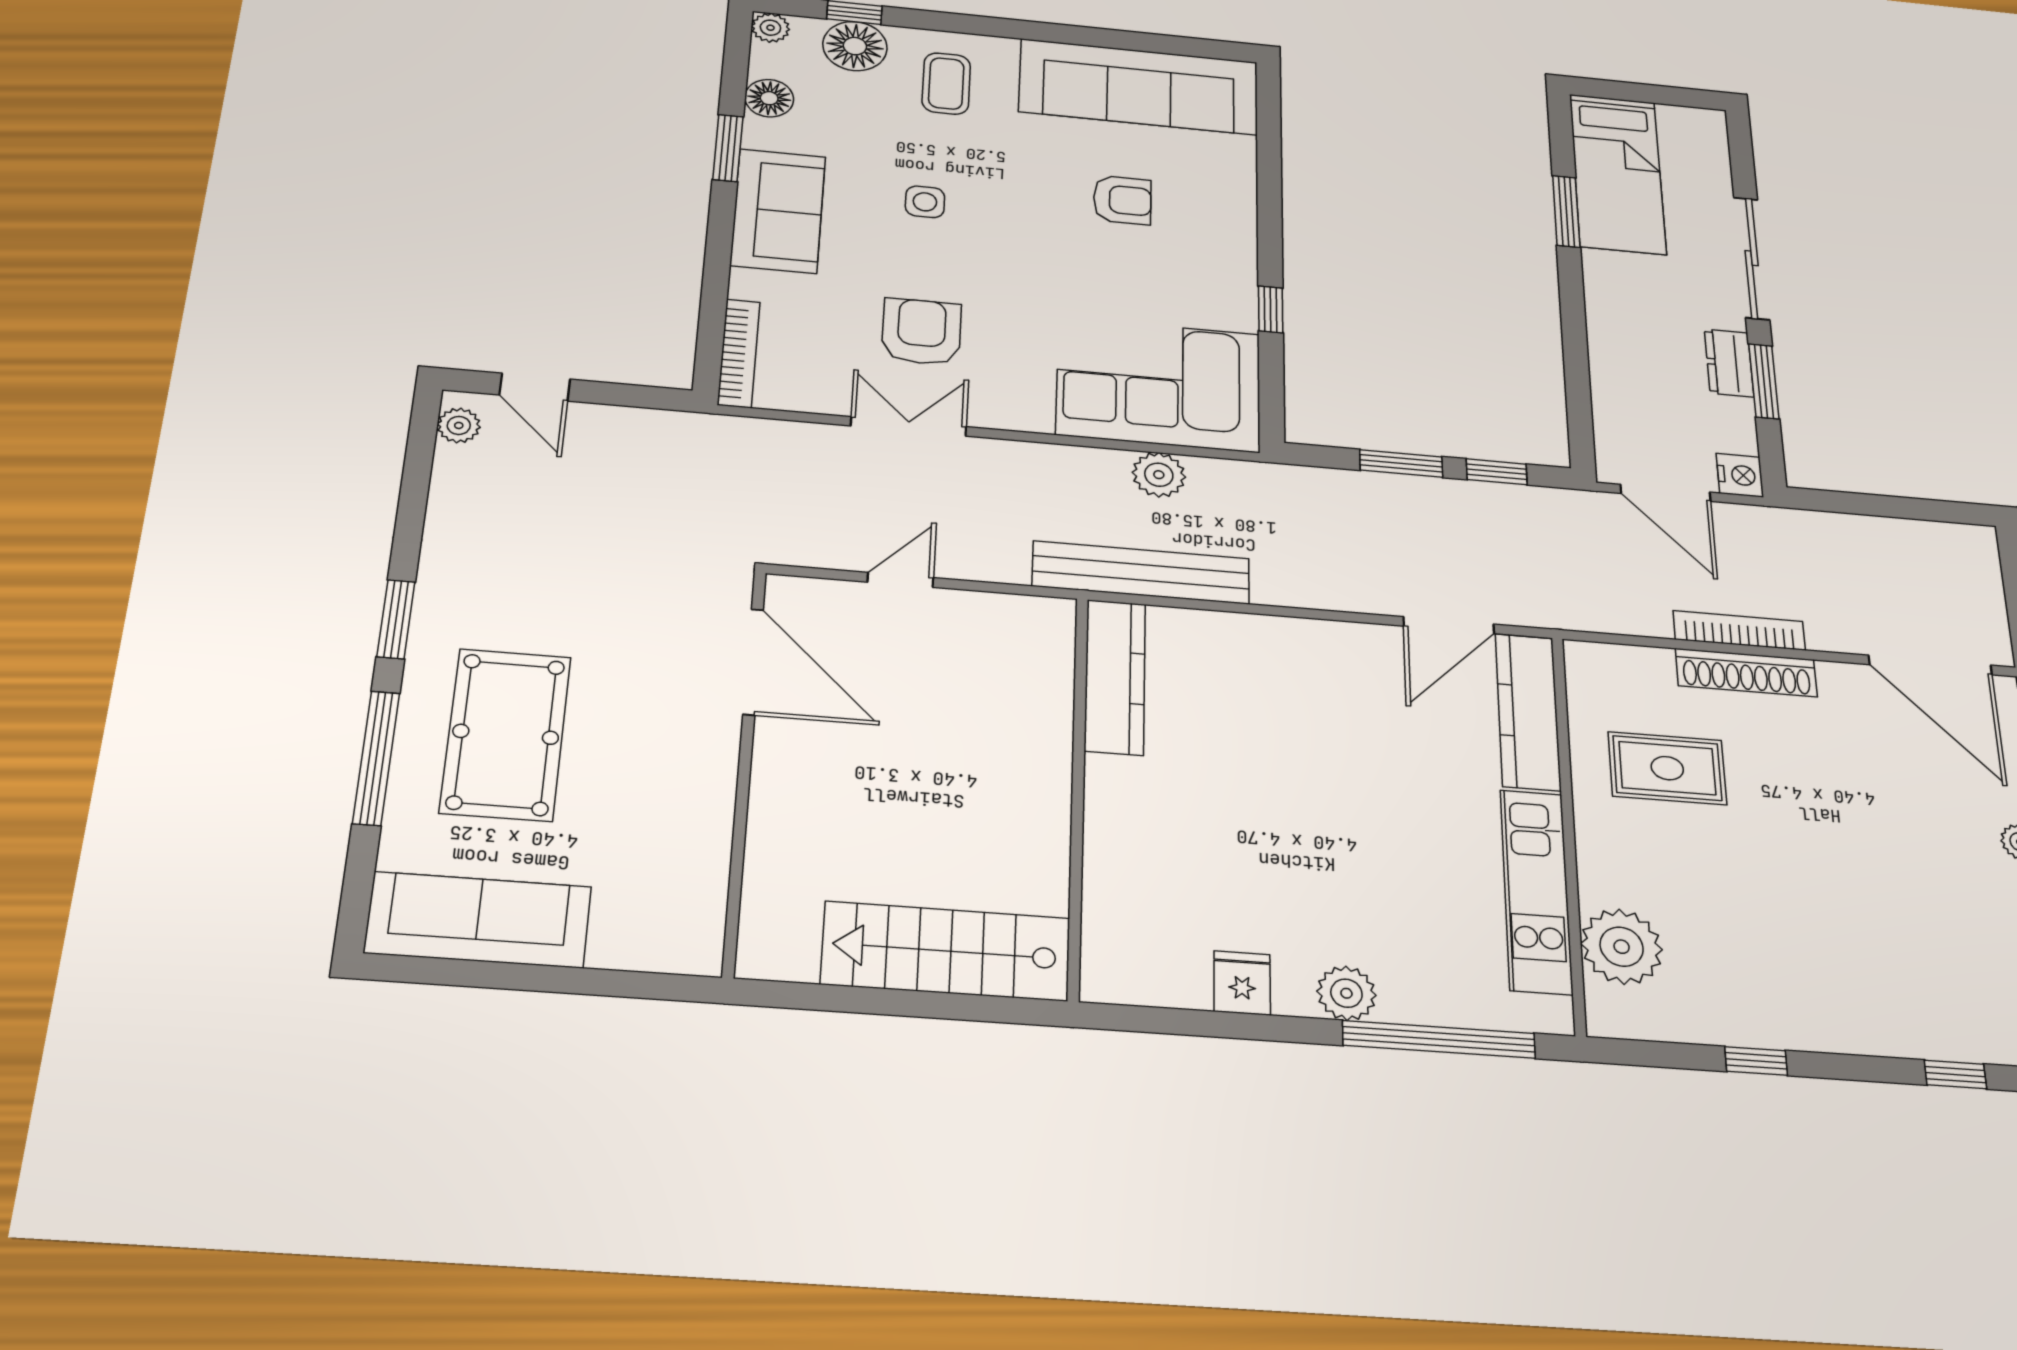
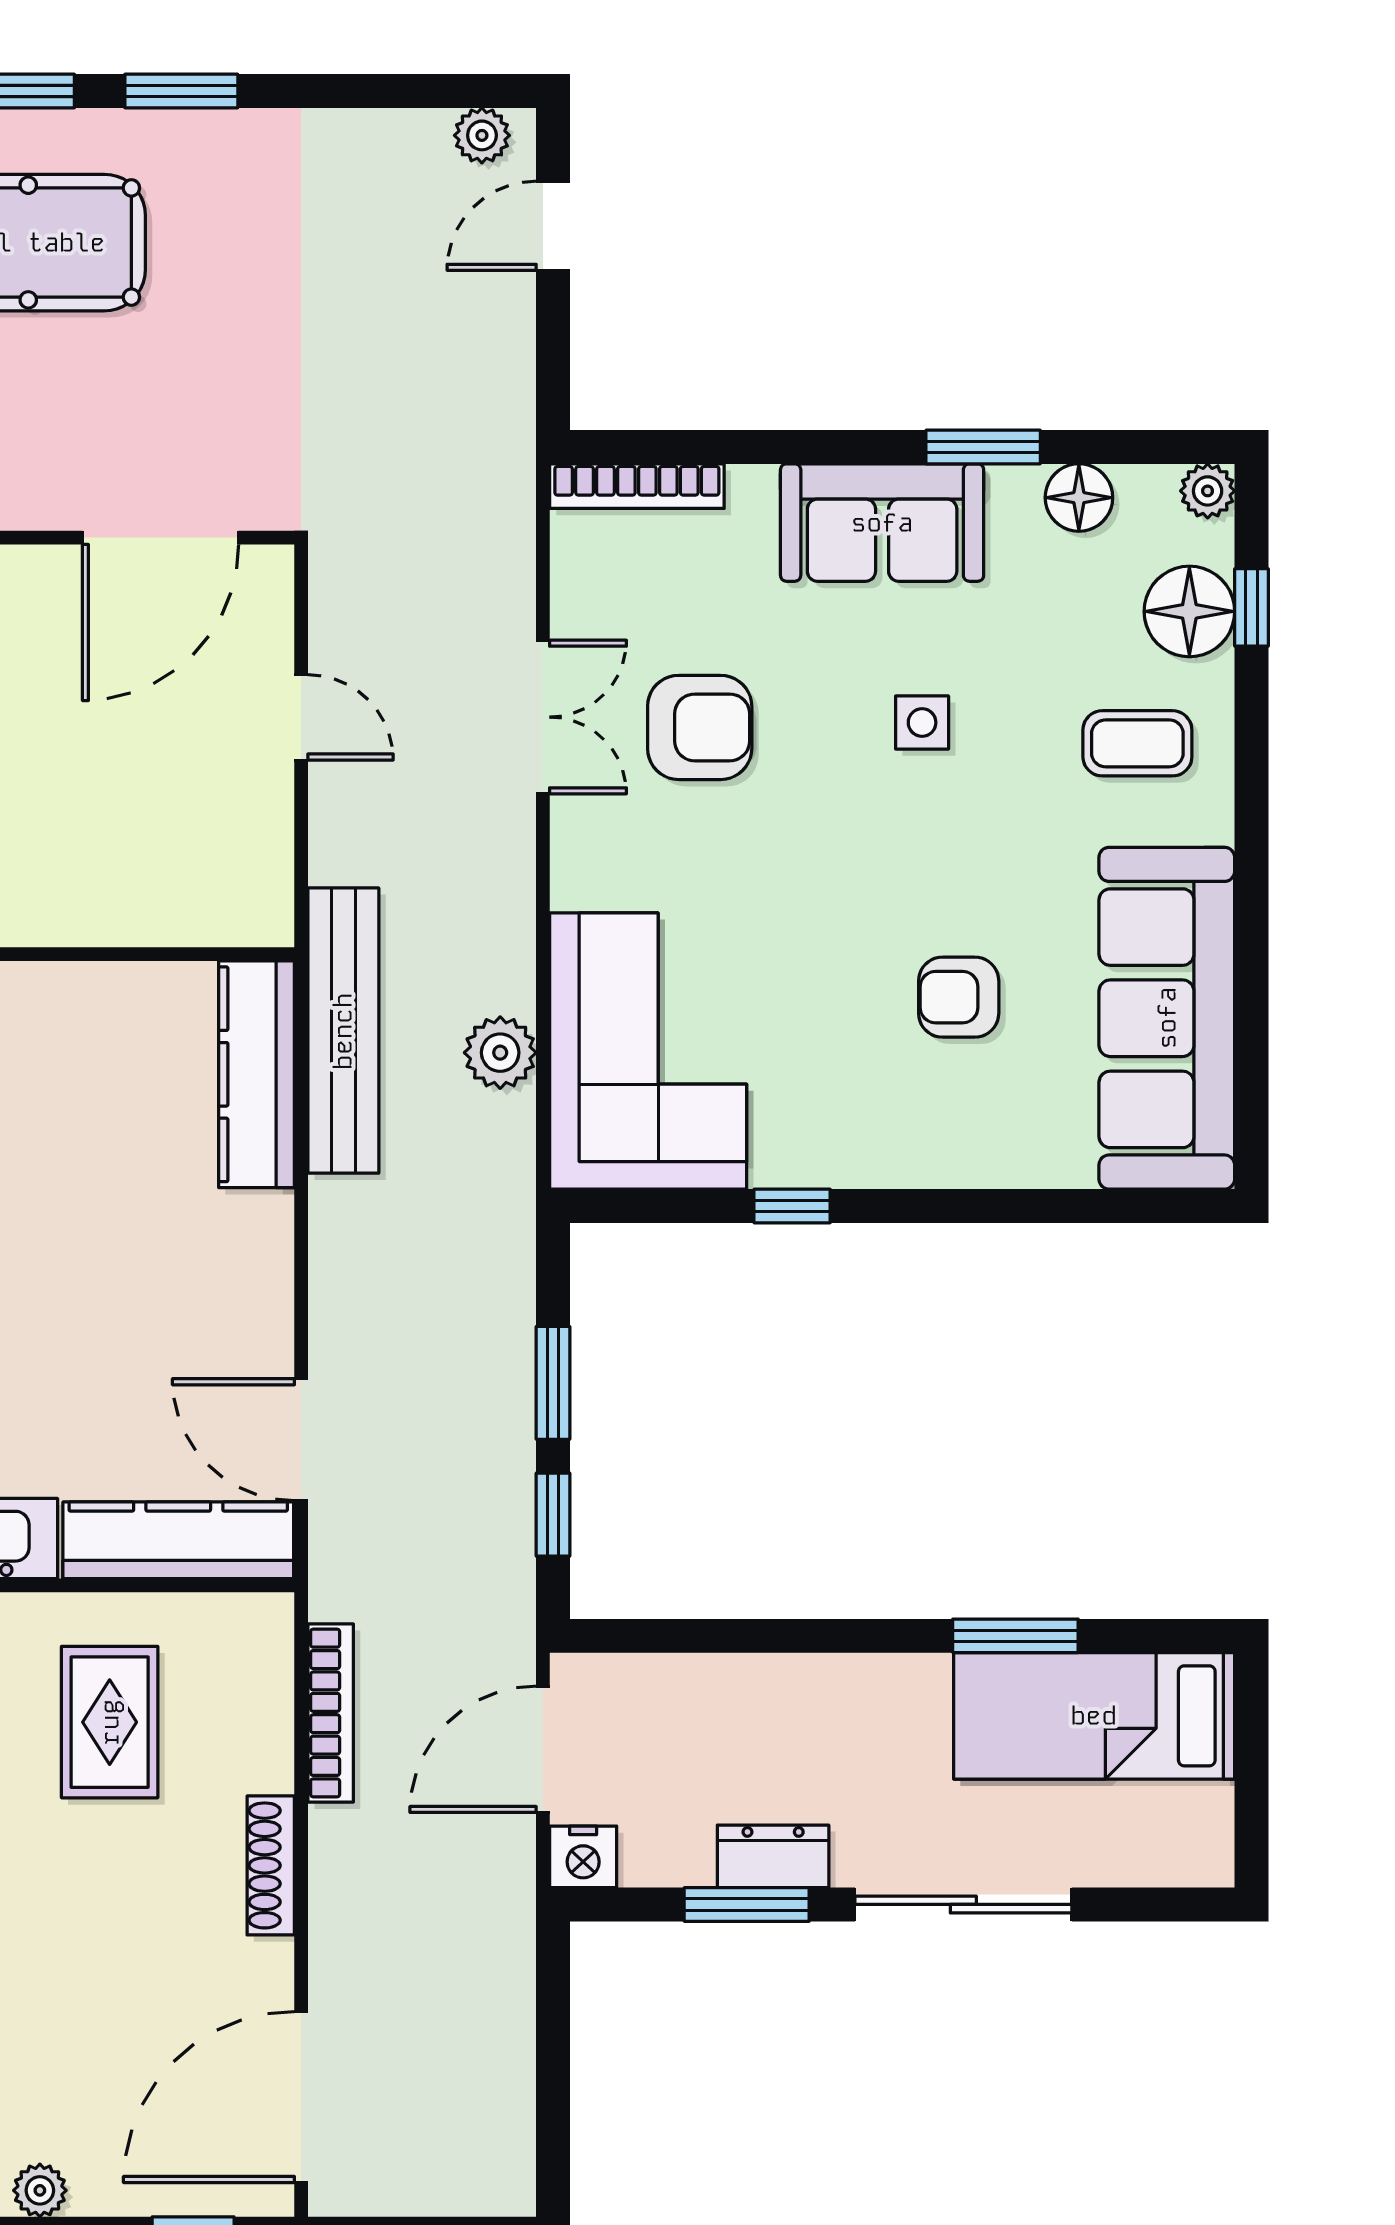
armchair: (1122, 200) -> (959, 997), turned 90
bookcase: (1739, 630) -> (331, 1713), moved
shoe rack: (1746, 673) -> (271, 1865), width x0.74, depth x0.81
kitchen counter: (1115, 677) -> (257, 1074), moved, turned 90

